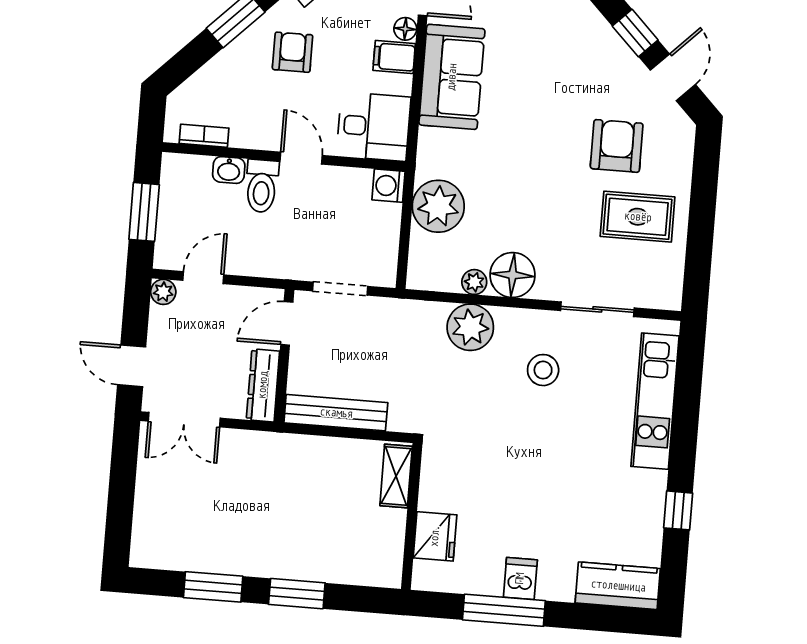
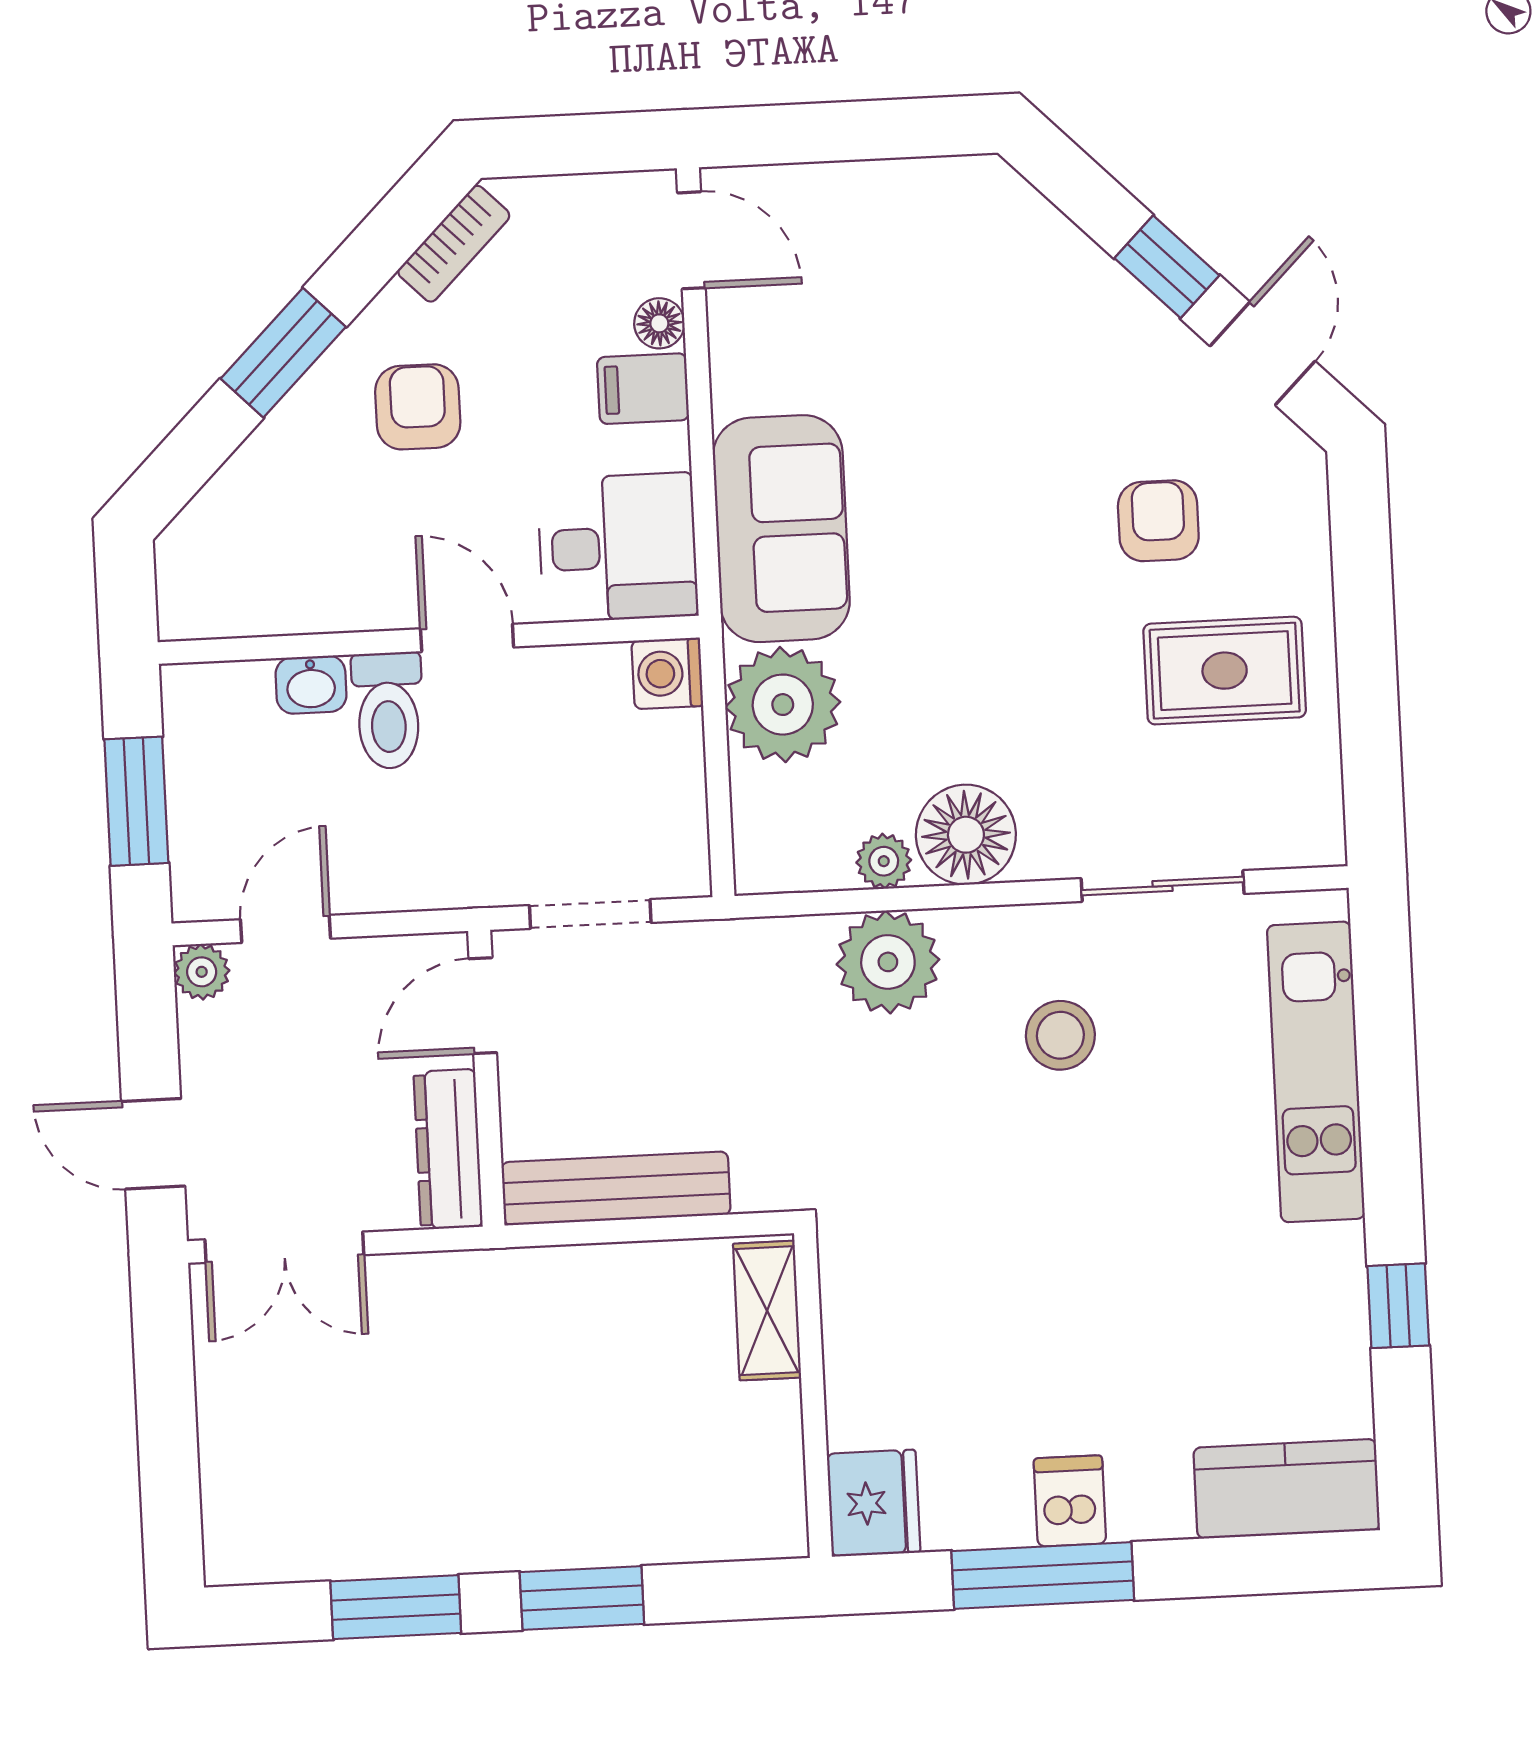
sofa: (452, 77) -> (781, 529), moved
bookcase: (204, 136) -> (247, 616), removed
armchair: (617, 146) -> (1158, 521), width x0.72, depth x0.72
fridge: (435, 536) -> (874, 1503), moved

